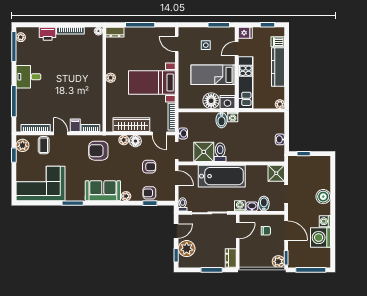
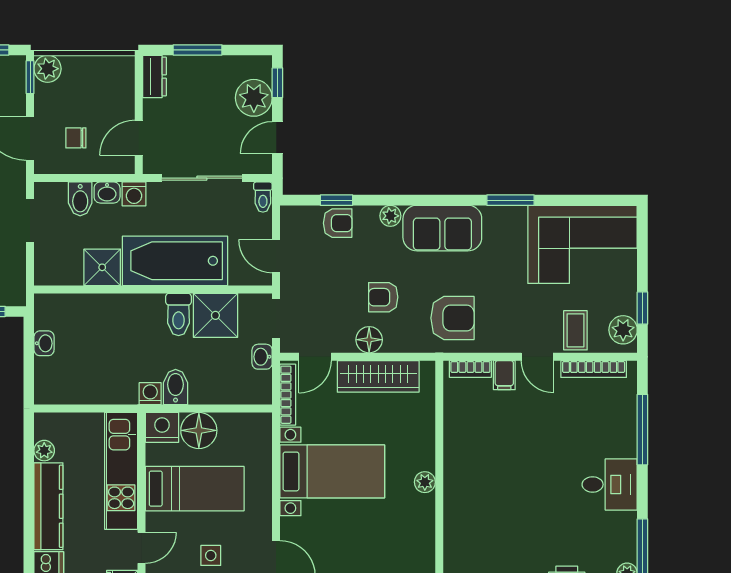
plant: (280, 104) -> (44, 451), moved
door: (159, 133) -> (315, 357), swing flipped
plant: (124, 140) -> (395, 342), removed
armchair: (149, 167) -> (383, 297), moved
shower: (276, 173) -> (102, 267), moved

